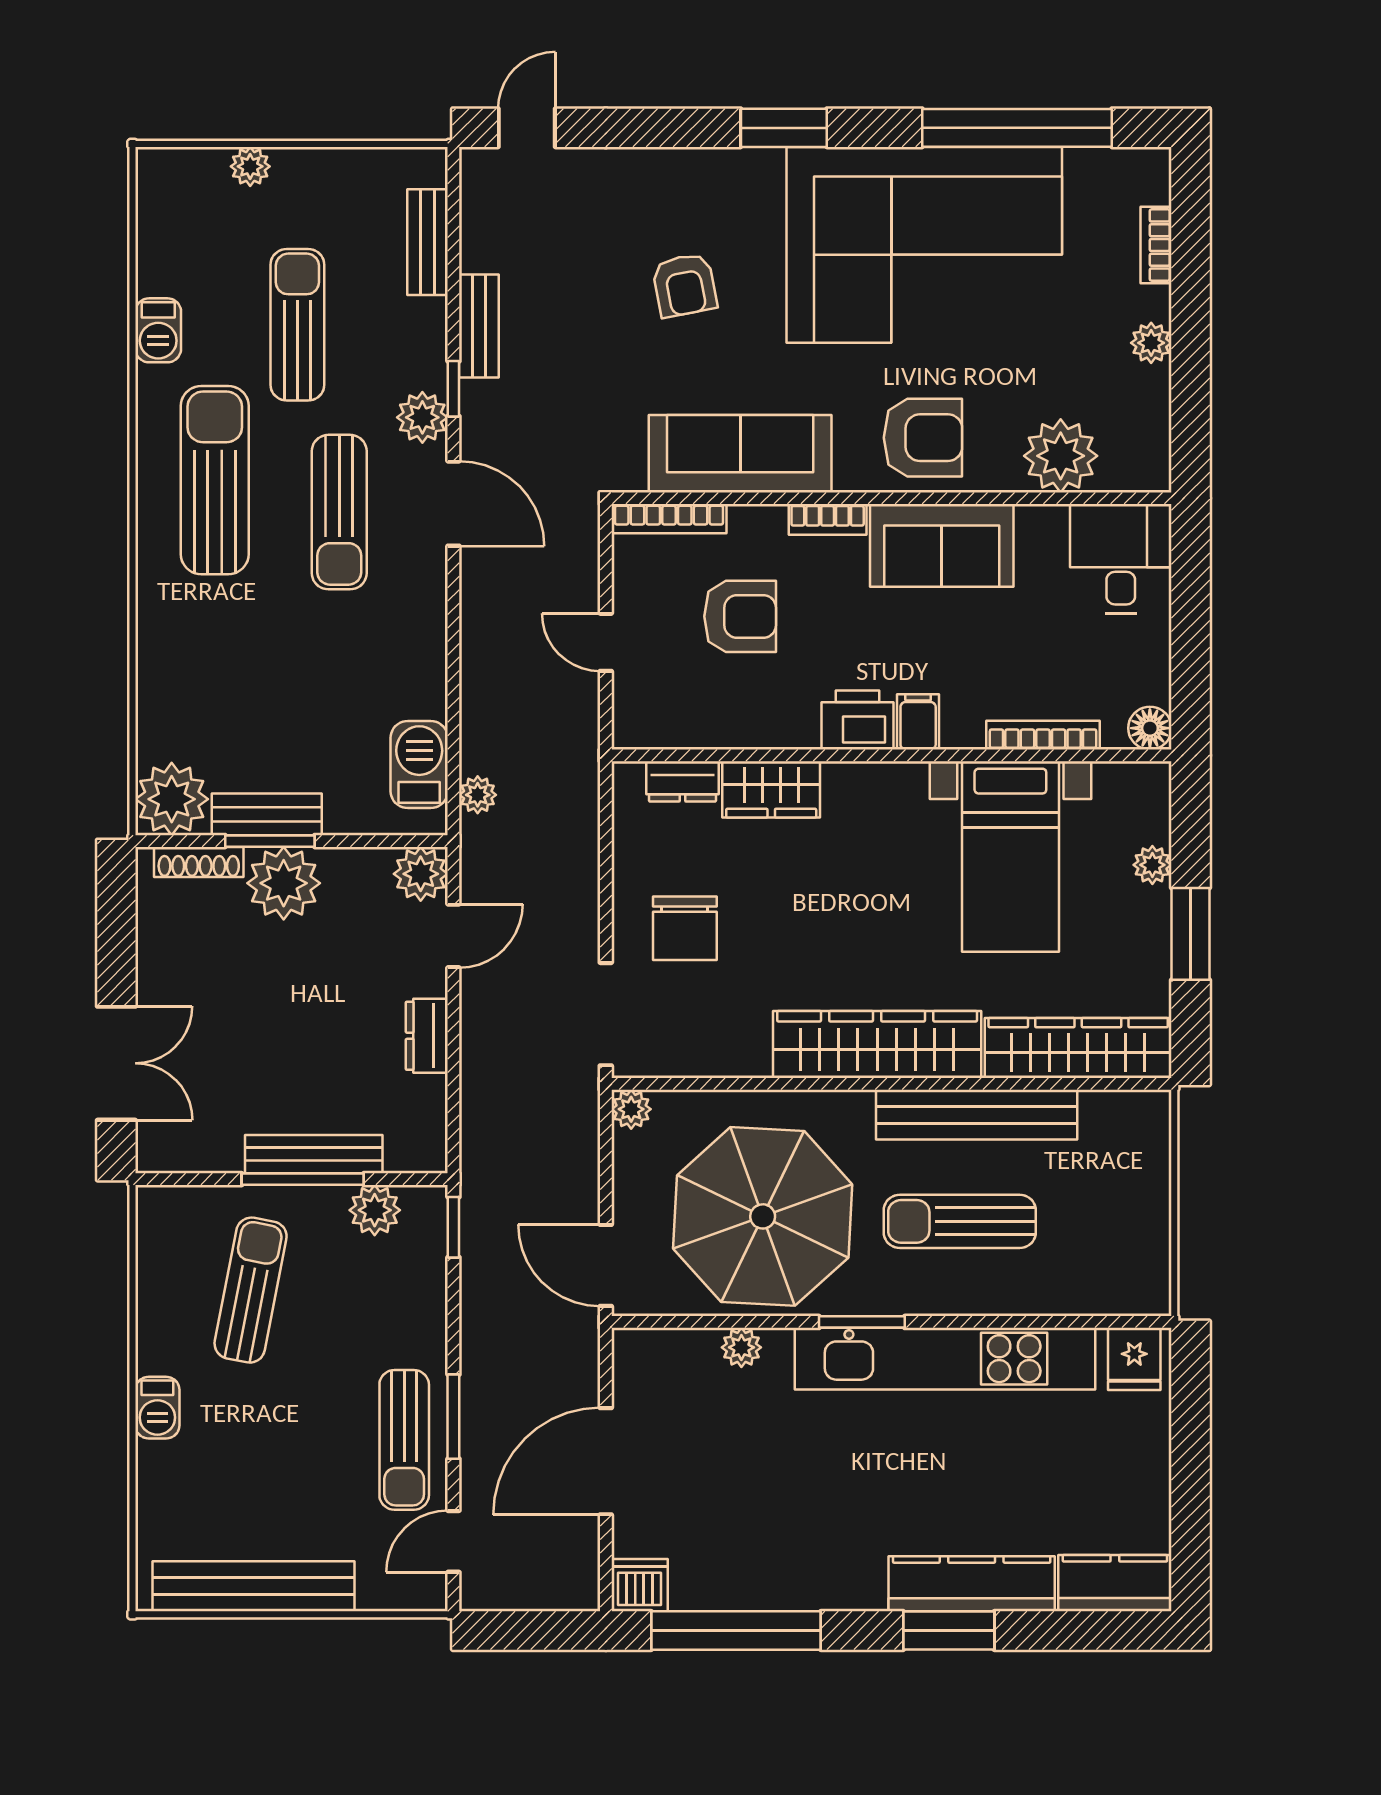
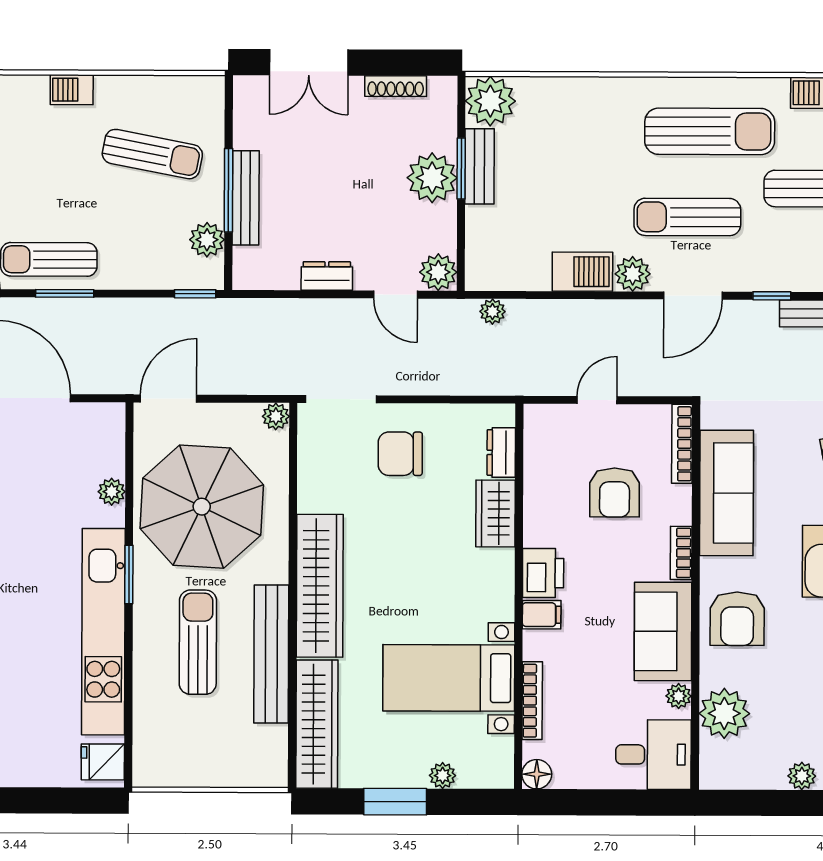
plant: (422, 417) -> (633, 274), moved
plant: (1036, 522) -> (679, 696), added
barbecue: (419, 765) -> (582, 272), moved
shoe rack: (199, 862) -> (396, 86), moved, turned -90

